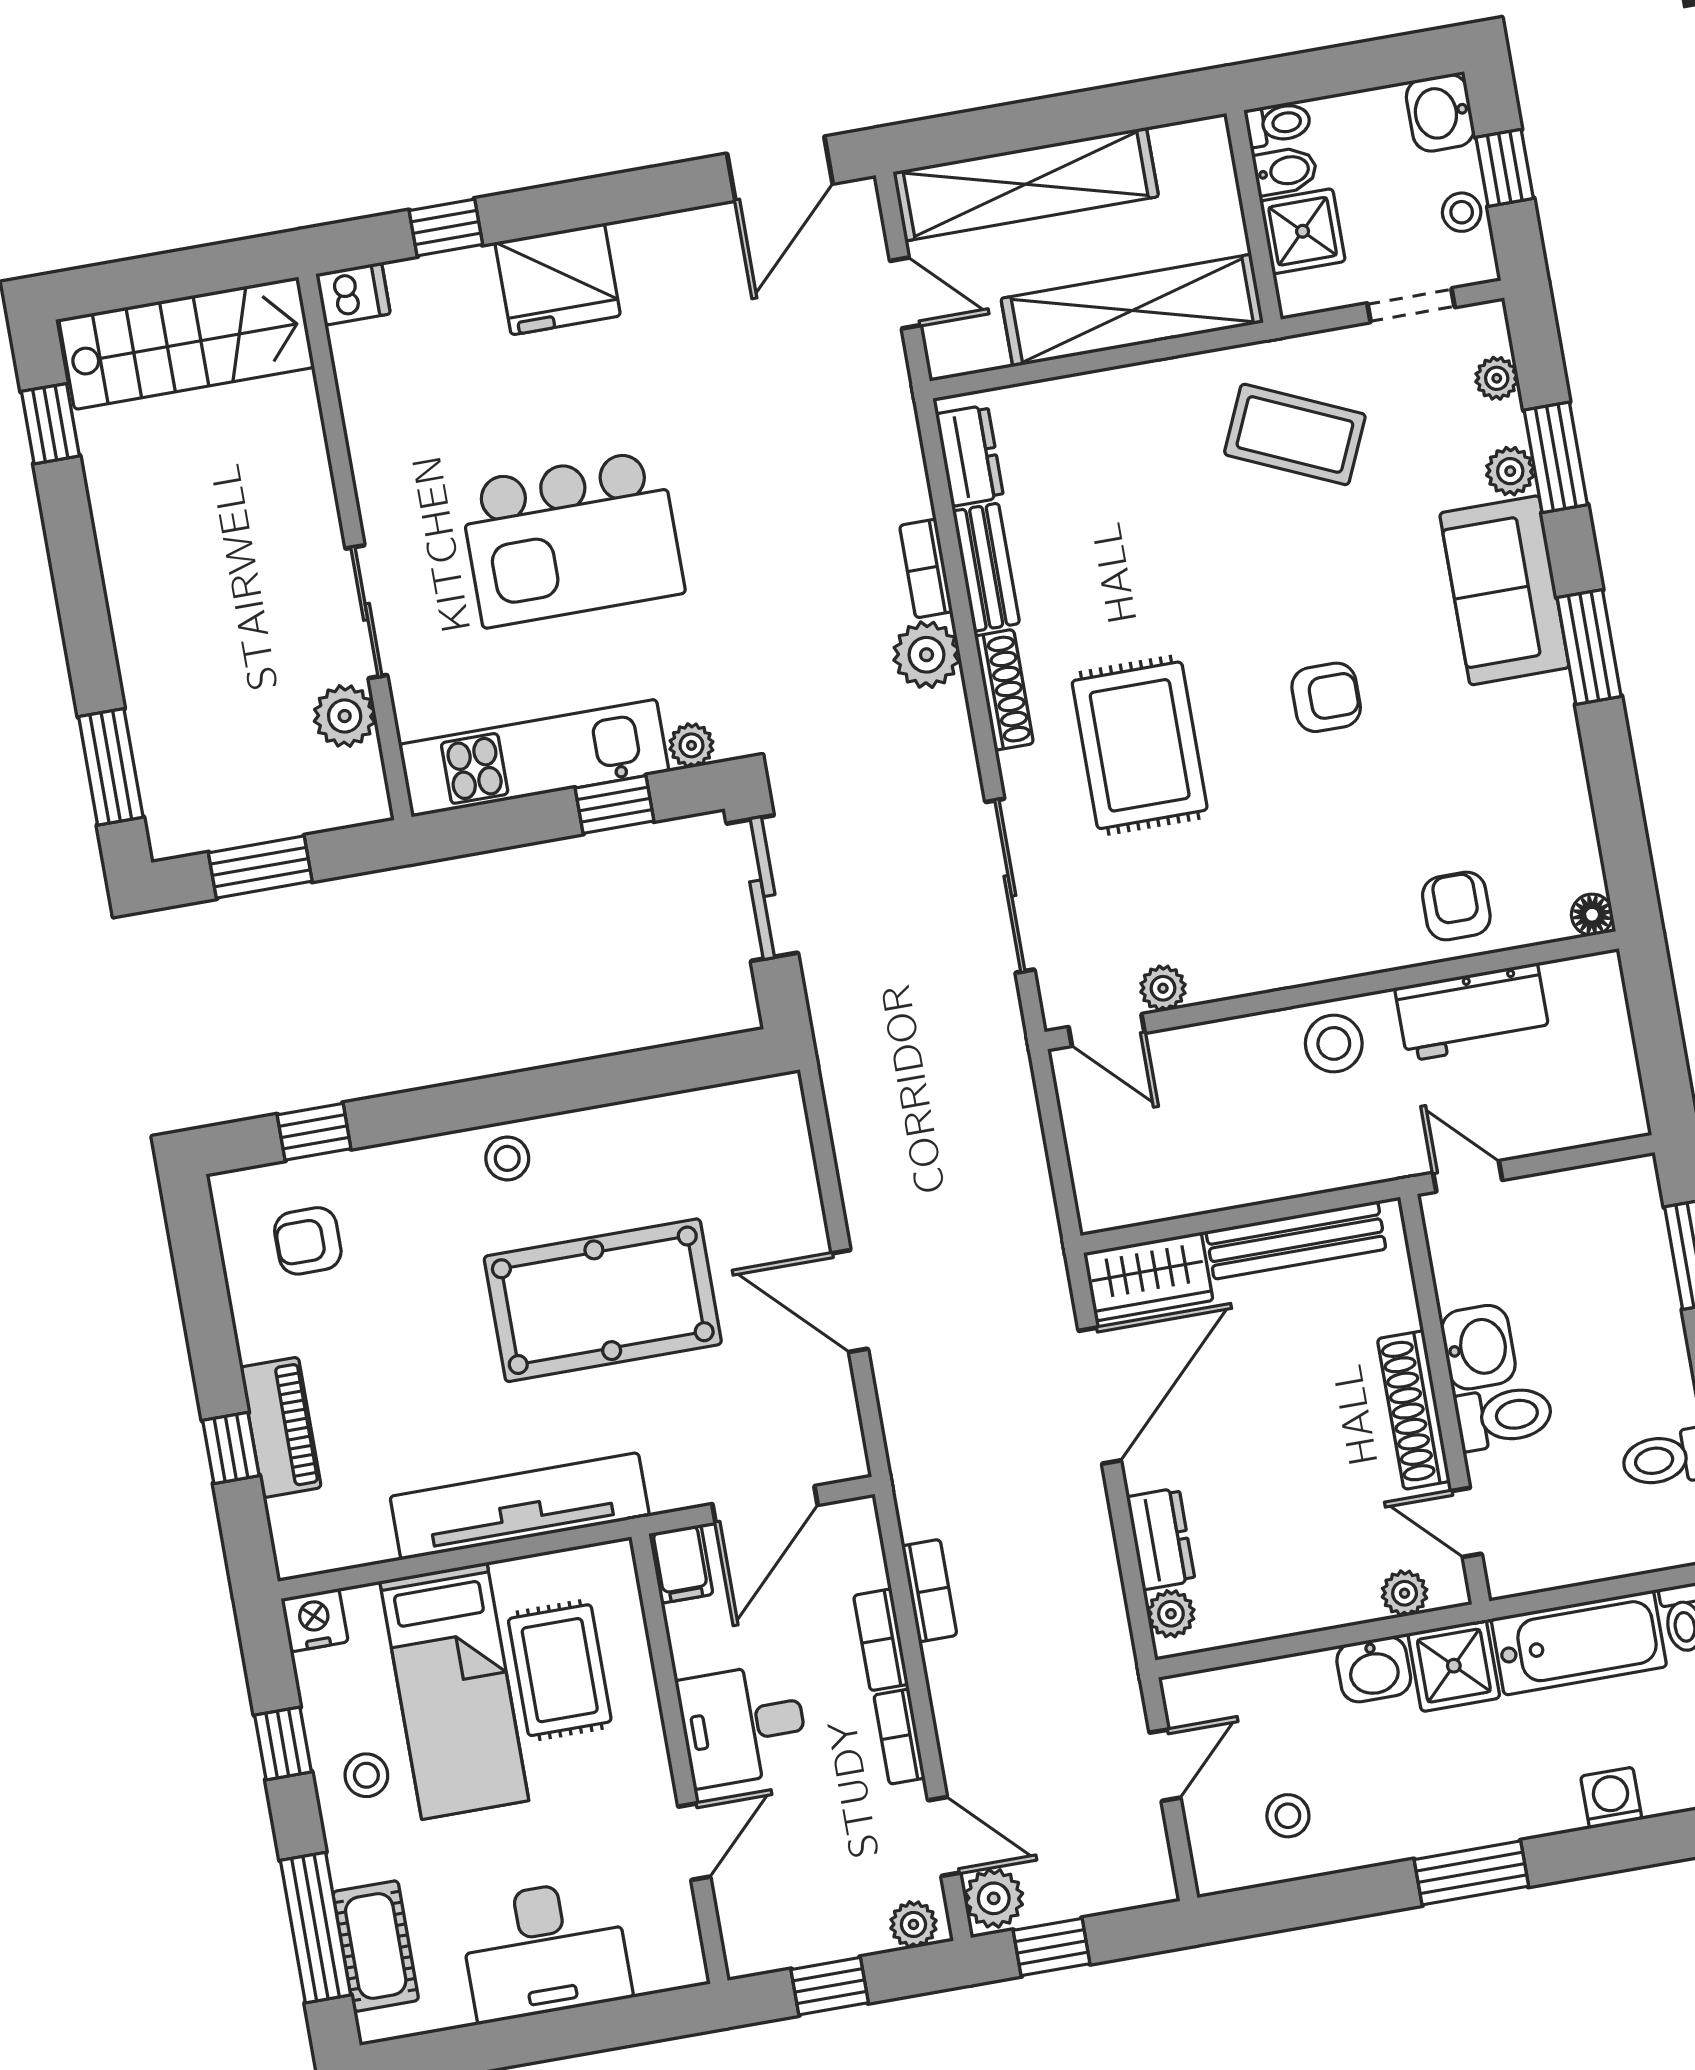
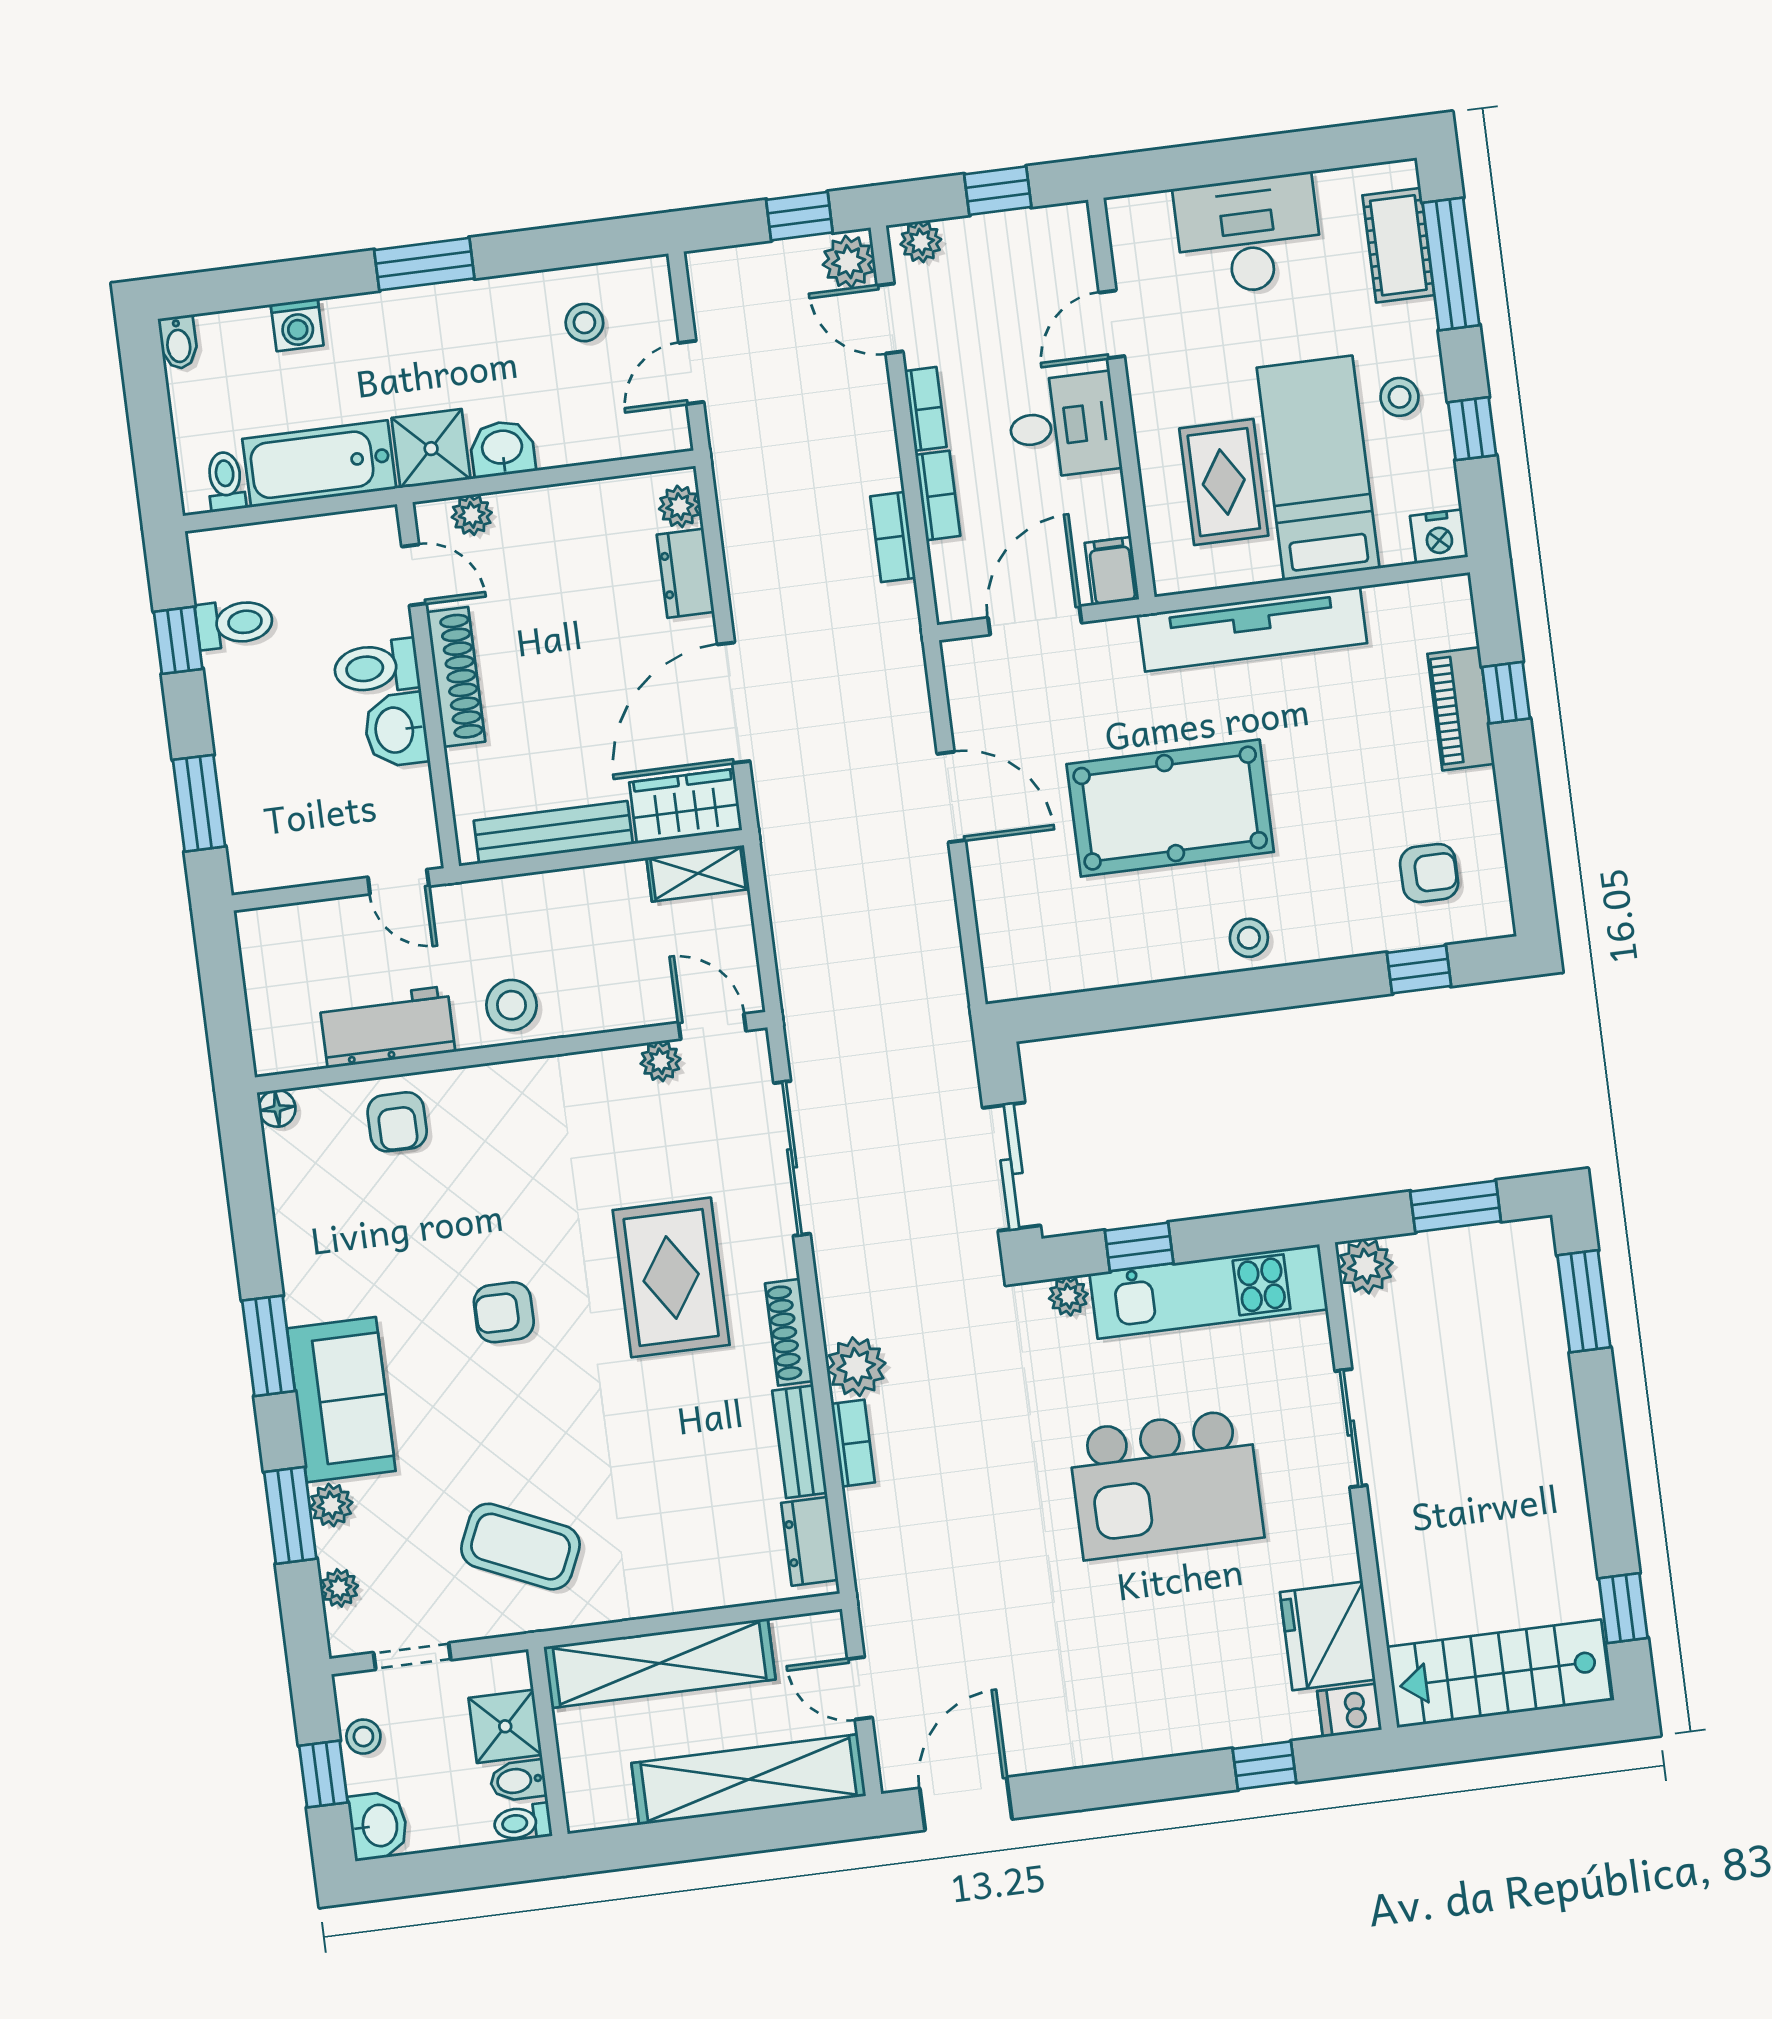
fridge: (558, 279) -> (1328, 1636), moved, turned -90
kitchen island: (572, 539) -> (1166, 1484), turned 180
plant: (345, 716) -> (1365, 1266), moved
shelving: (1131, 1202) -> (698, 873), added

